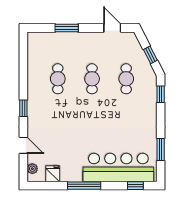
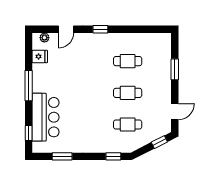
window: (150, 55) -> (159, 142), moved
bar counter: (118, 167) -> (46, 117), width x0.73

